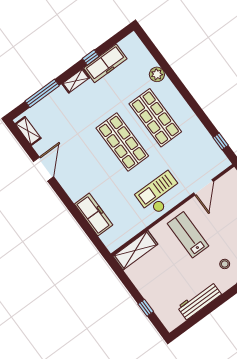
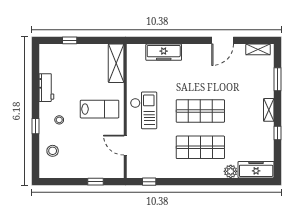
freezer: (105, 63) -> (256, 170), moved, turned 90
window: (42, 93) -> (278, 79), width x0.69
door: (44, 169) -> (223, 40), hinge flipped
workbench: (199, 301) -> (46, 88), width x0.73

